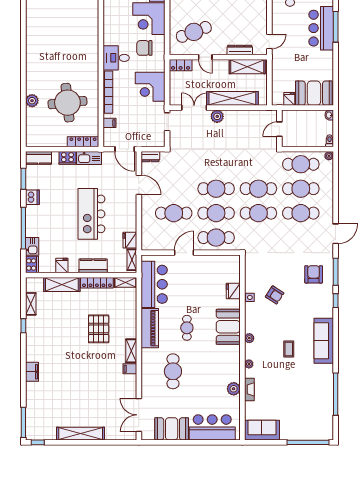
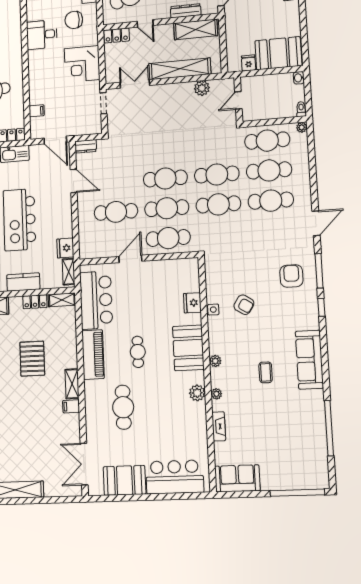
bookcase: (108, 92) -> (34, 75), removed
plant: (217, 116) -> (202, 88), moved
locker: (97, 283) -> (35, 302), width x0.66
plant: (234, 389) -> (197, 393), moved

